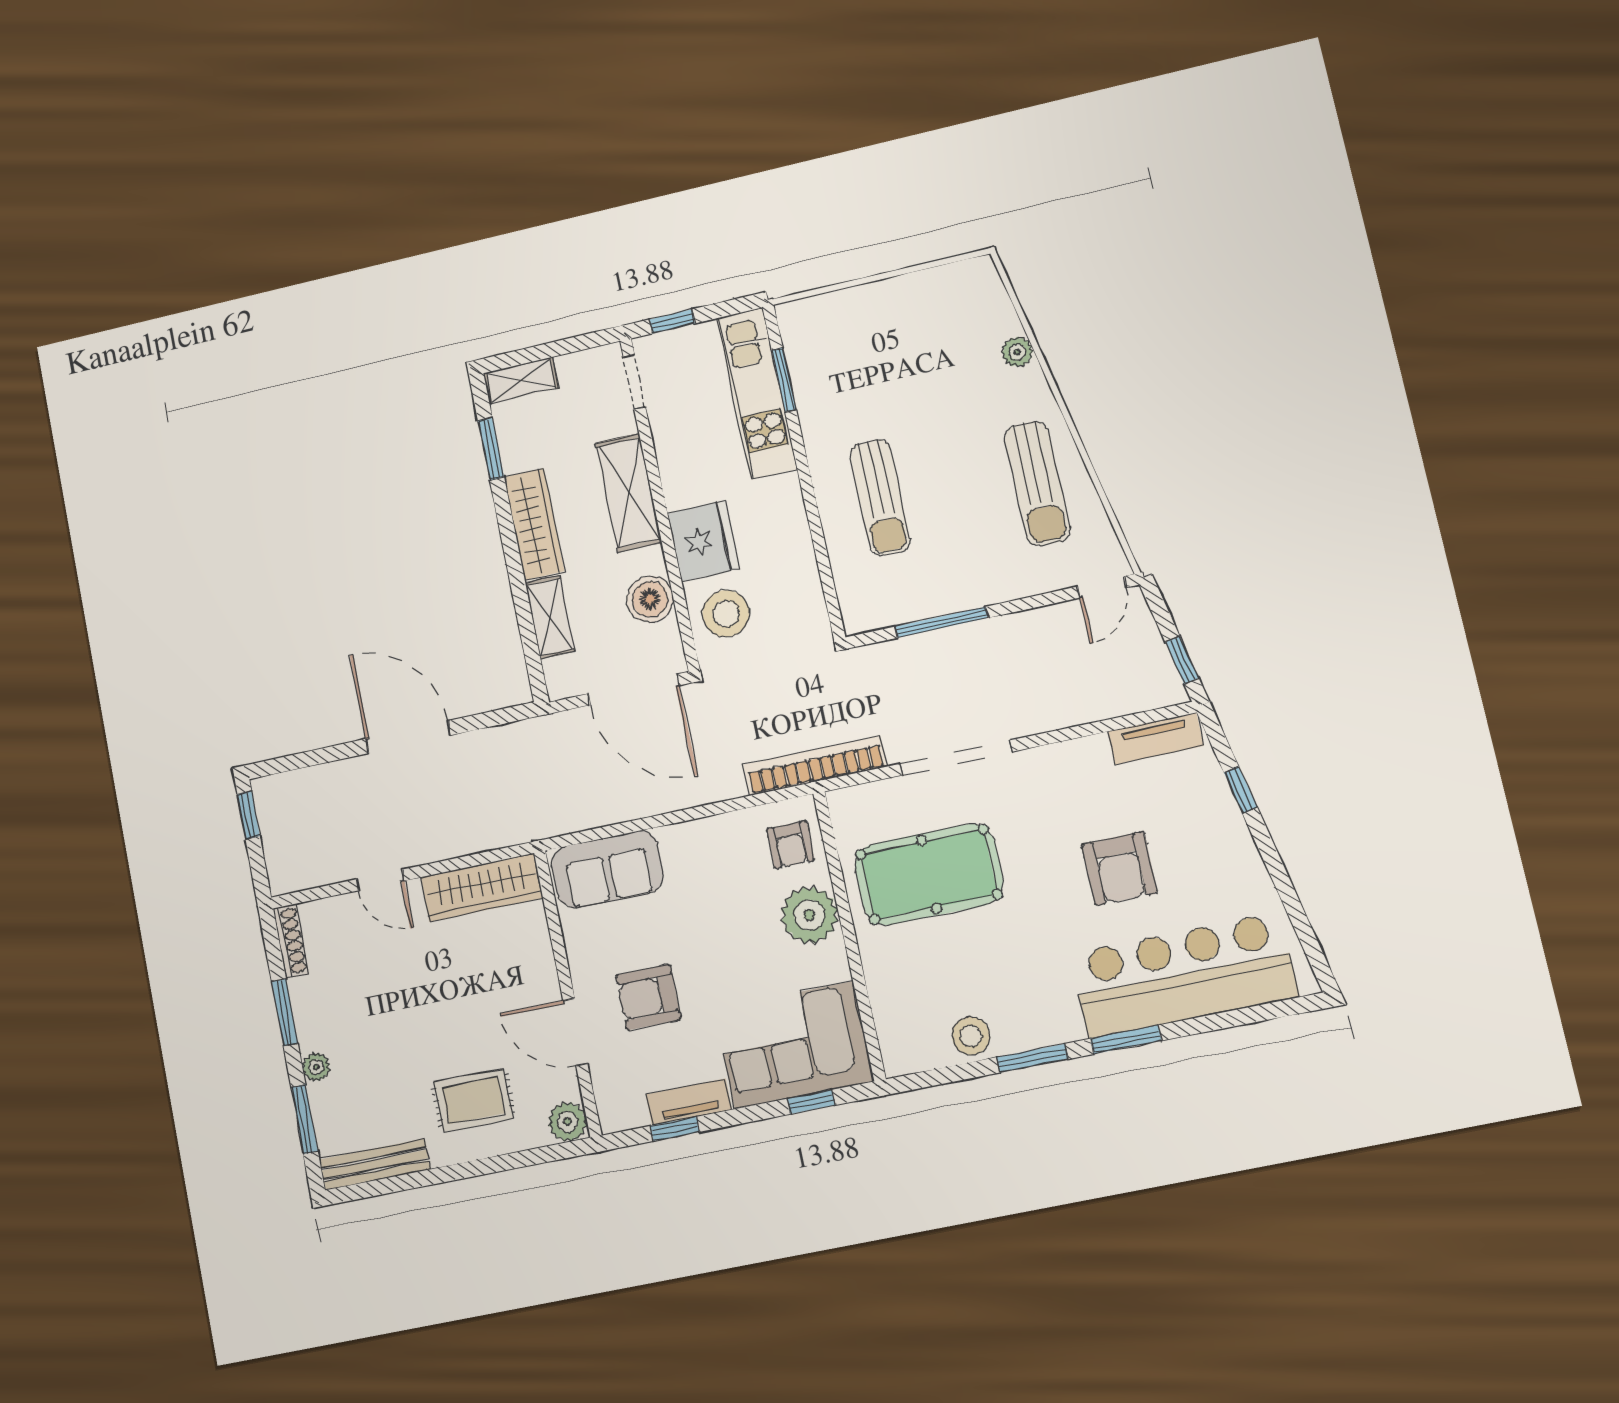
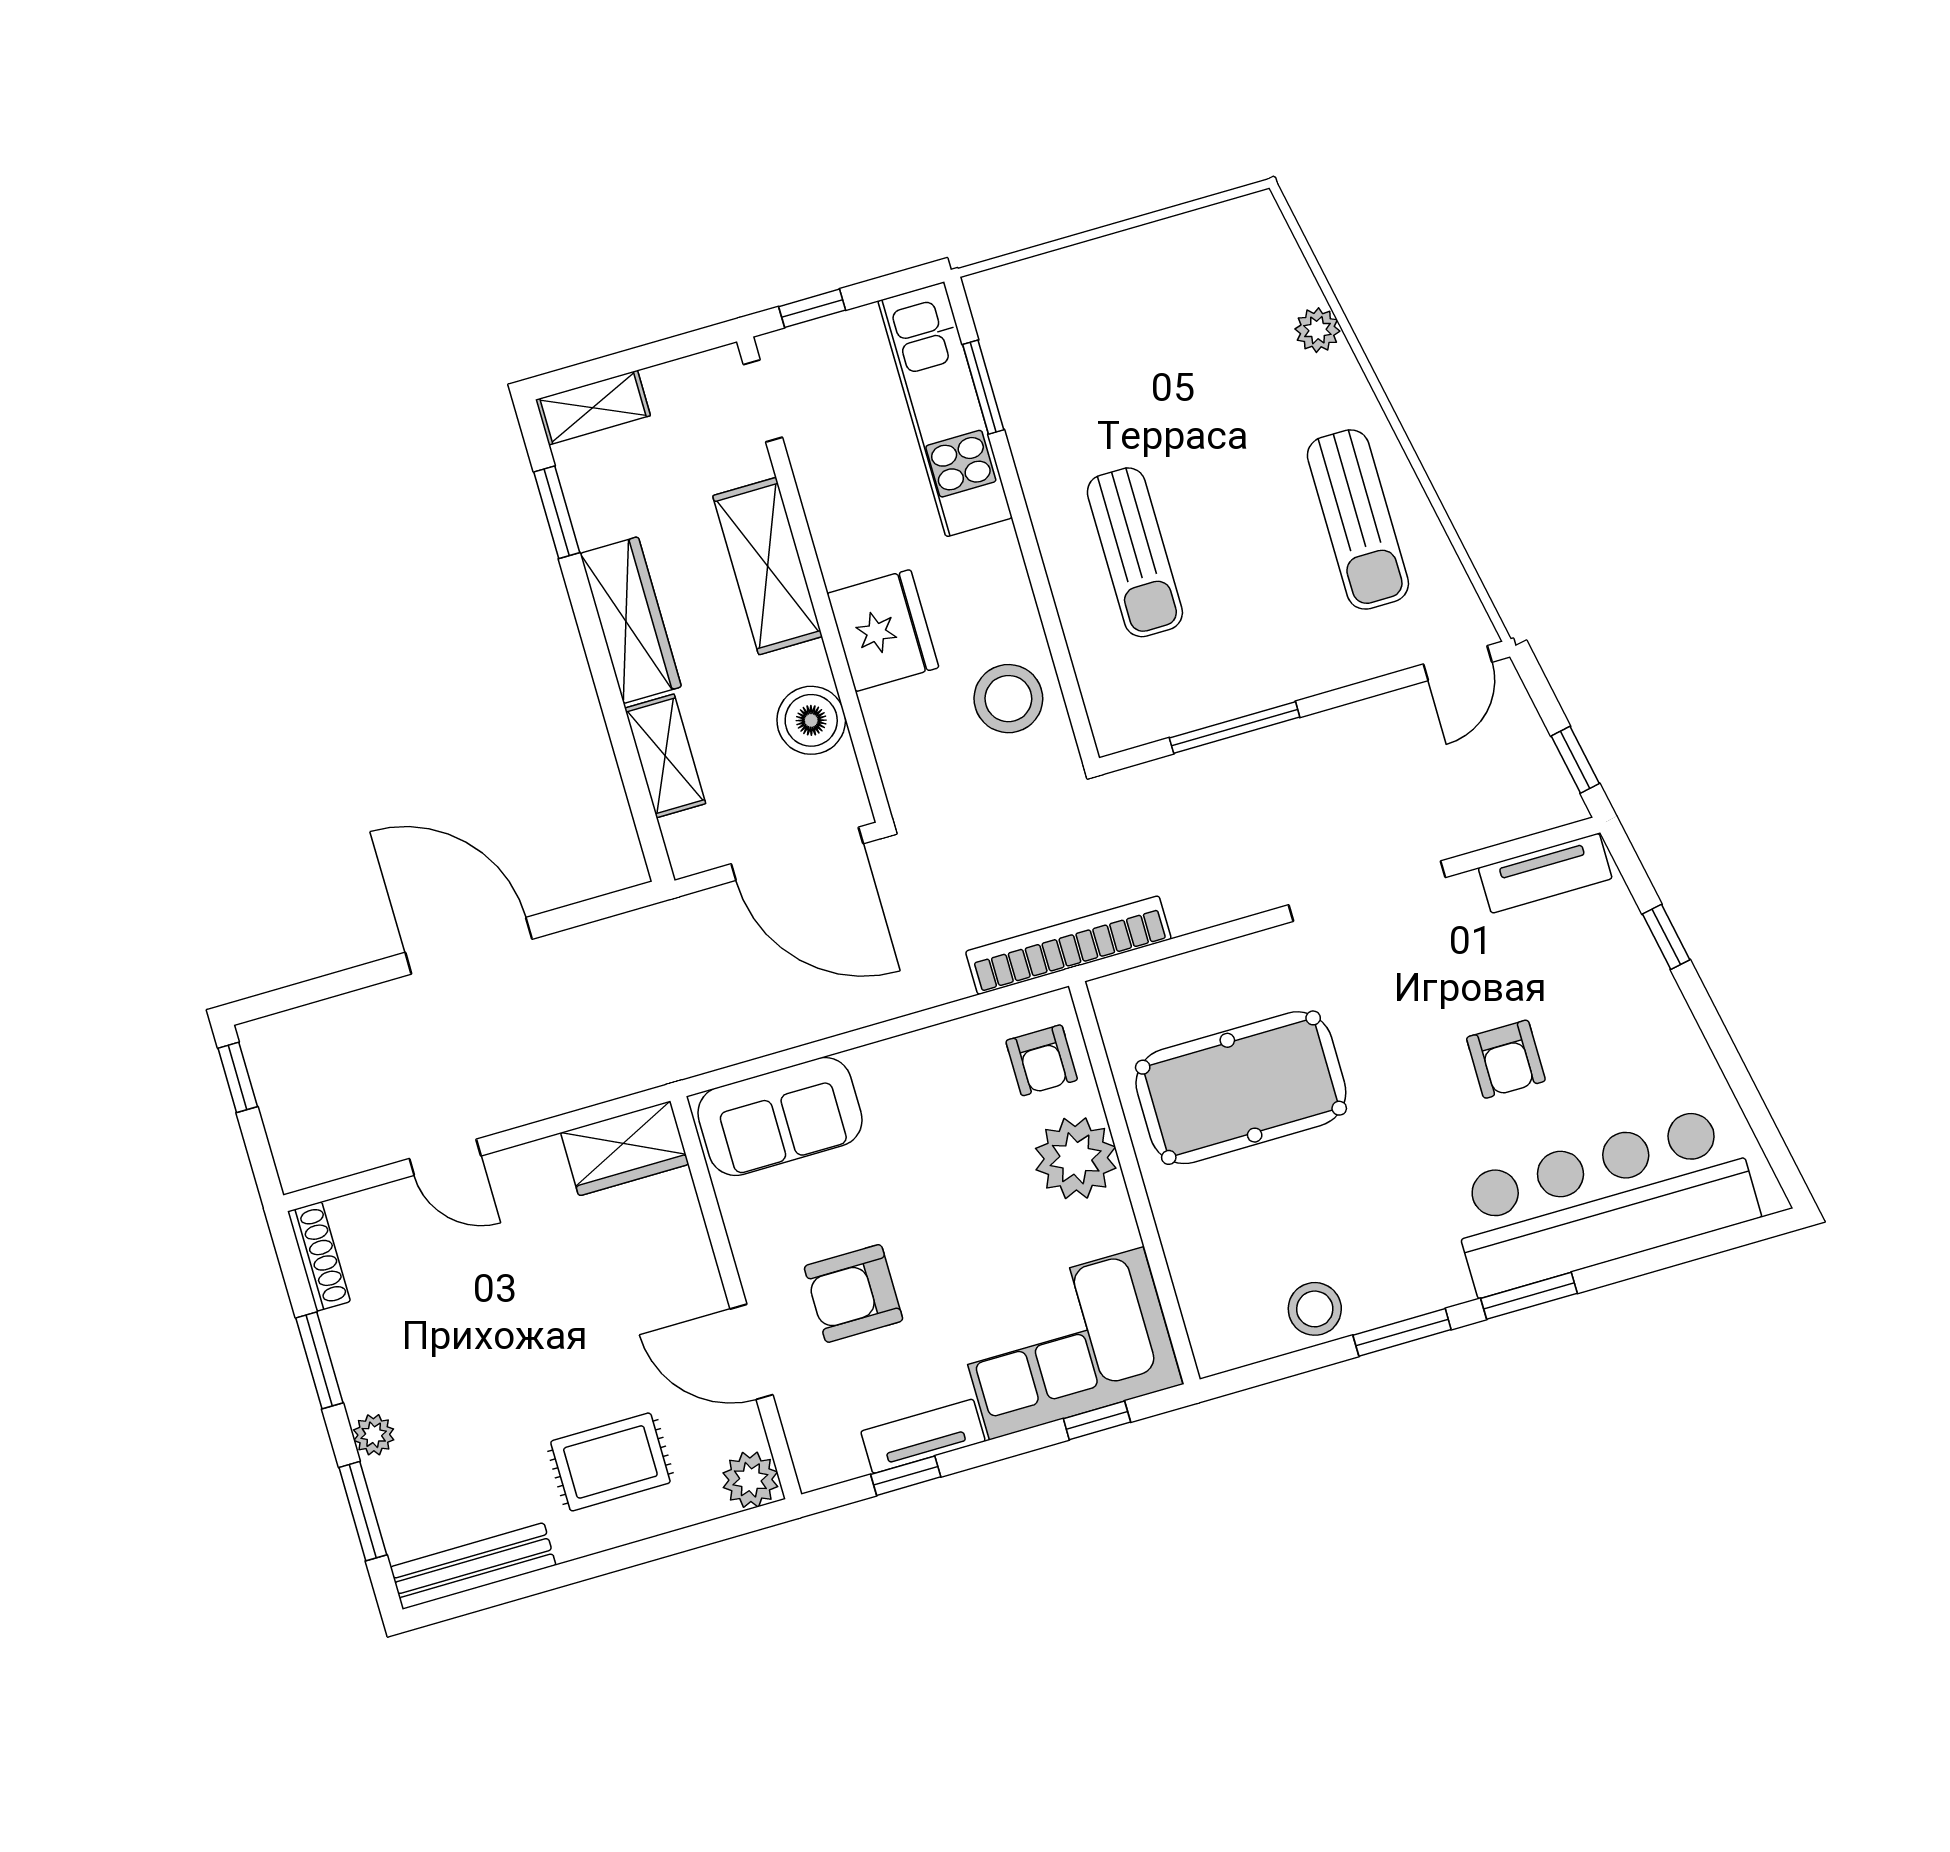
stool: (726, 614) -> (1008, 699), moved
doorway: (956, 758) -> (1367, 891), moved
armchair: (1119, 869) -> (1506, 1059), width x0.72, depth x0.72
wardrobe: (482, 888) -> (625, 1148), width x0.67

